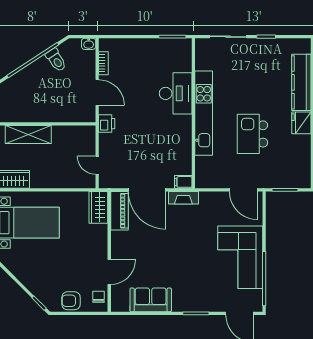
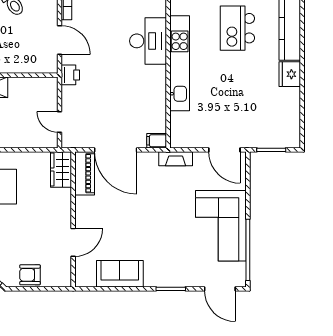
kitchen island: (252, 134) -> (237, 28), moved
fireplace: (183, 198) -> (176, 159), moved
chair: (99, 297) -> (61, 270), removed

